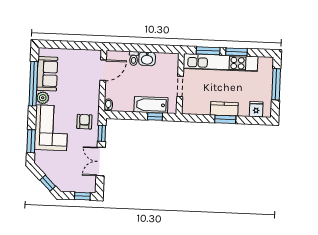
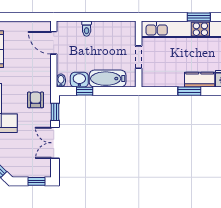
window: (208, 51) -> (168, 17), removed
washbasin: (147, 59) -> (79, 80), moved, turned 180
door: (103, 70) -> (54, 43), swing flipped
kitchen counter: (224, 109) -> (200, 80), moved
window: (155, 117) -> (85, 91), moved

